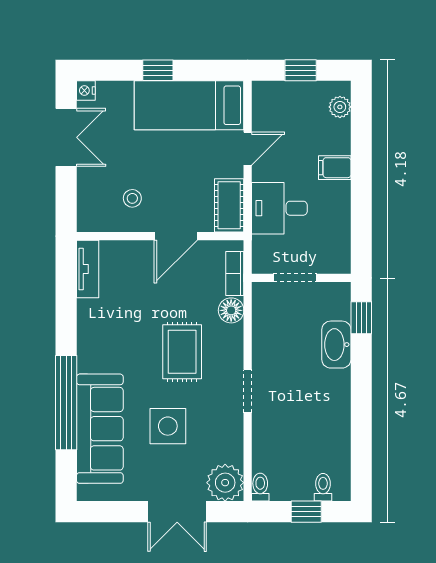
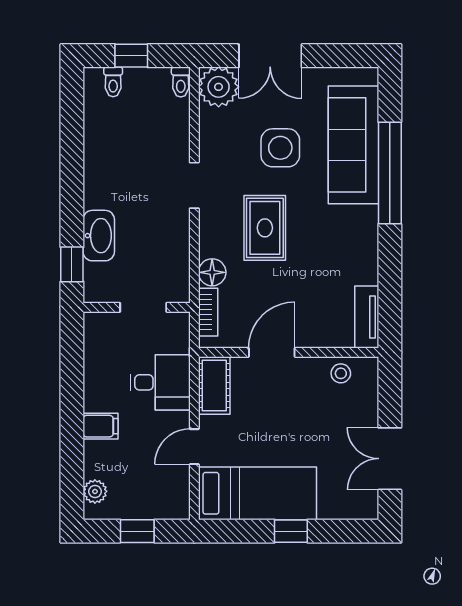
nightstand: (86, 90) -> (369, 509), removed
stool: (132, 198) -> (341, 373), moved
double door: (177, 512) -> (270, 56), swing flipped

